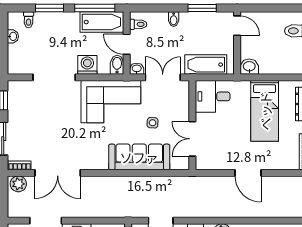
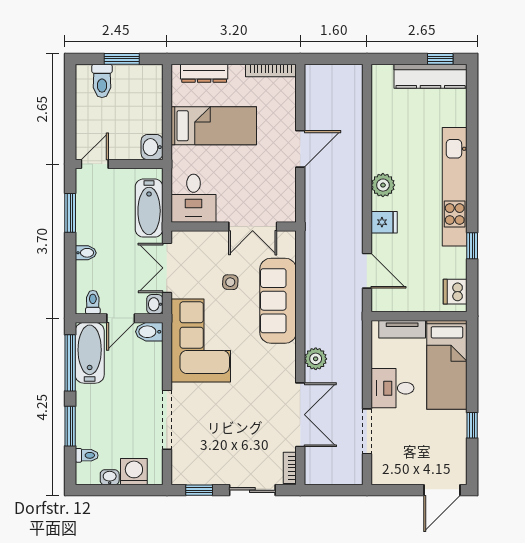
washing machine: (87, 65) -> (134, 472), moved, turned 90
plant: (18, 184) -> (316, 359), moved

